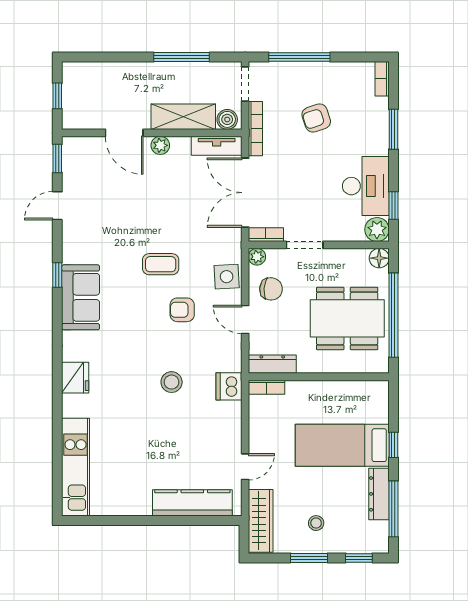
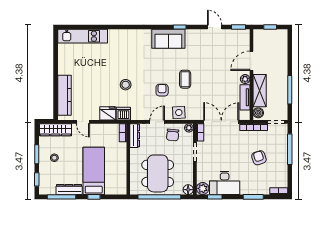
tv unit: (217, 146) -> (245, 97), moved
fridge: (75, 378) -> (108, 113), moved, turned 180

